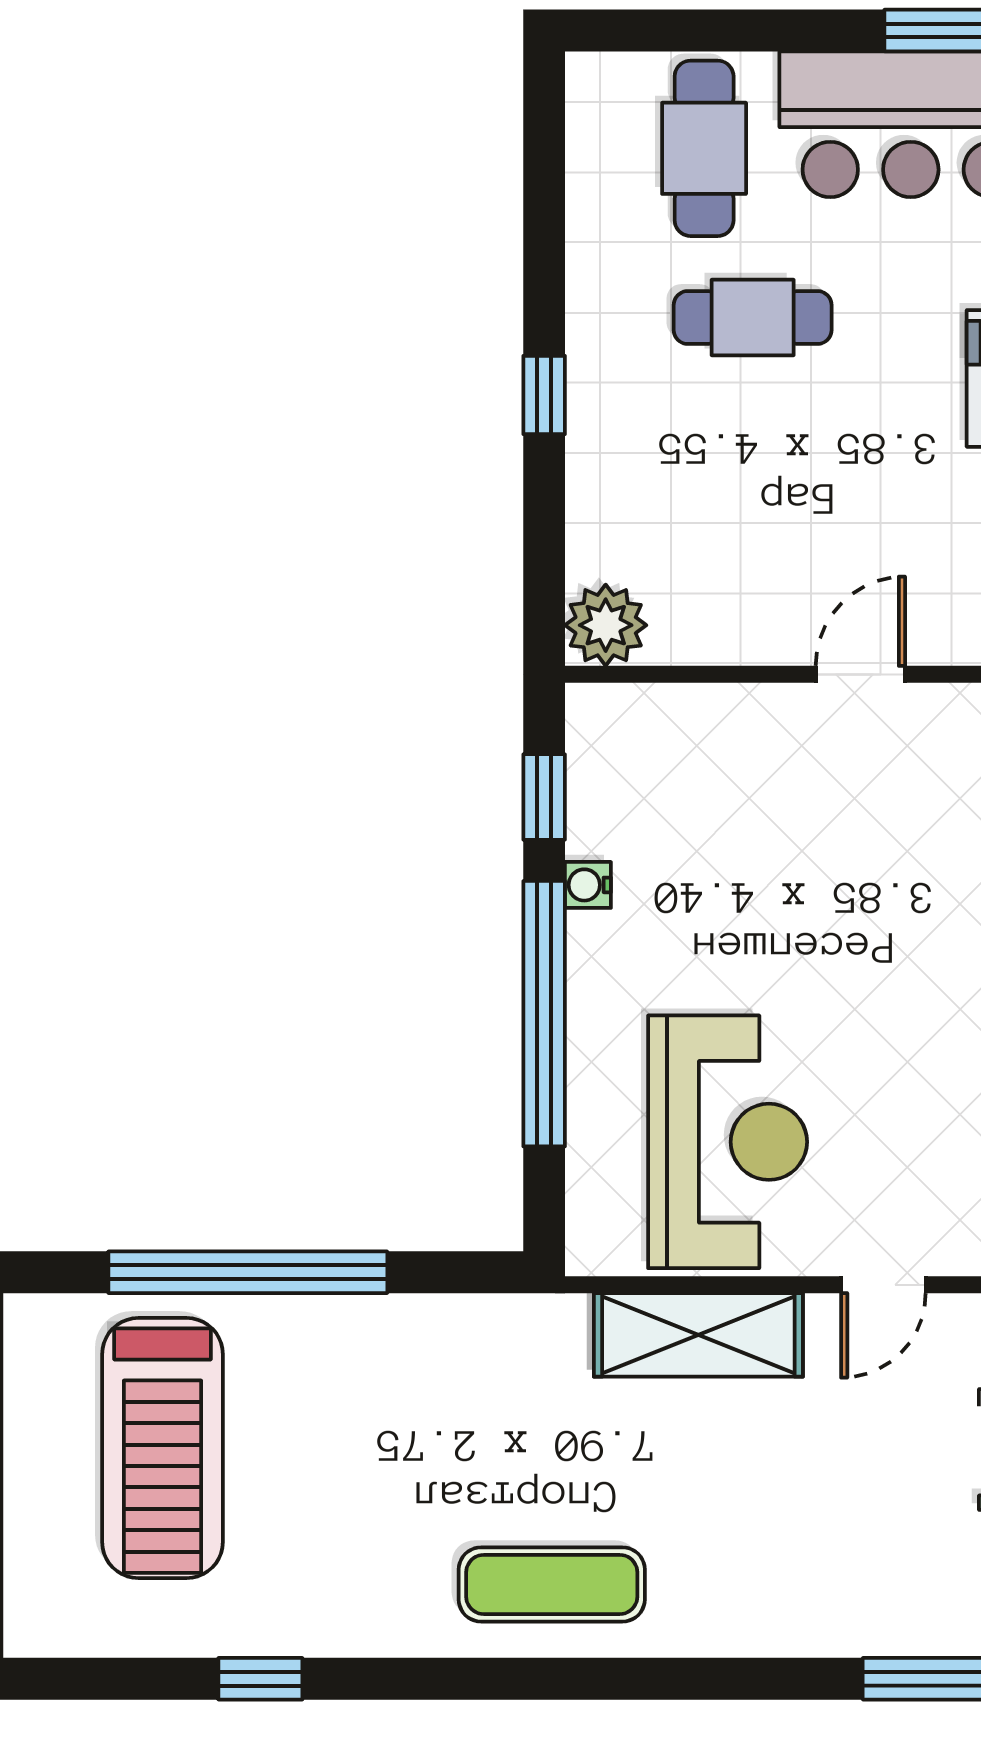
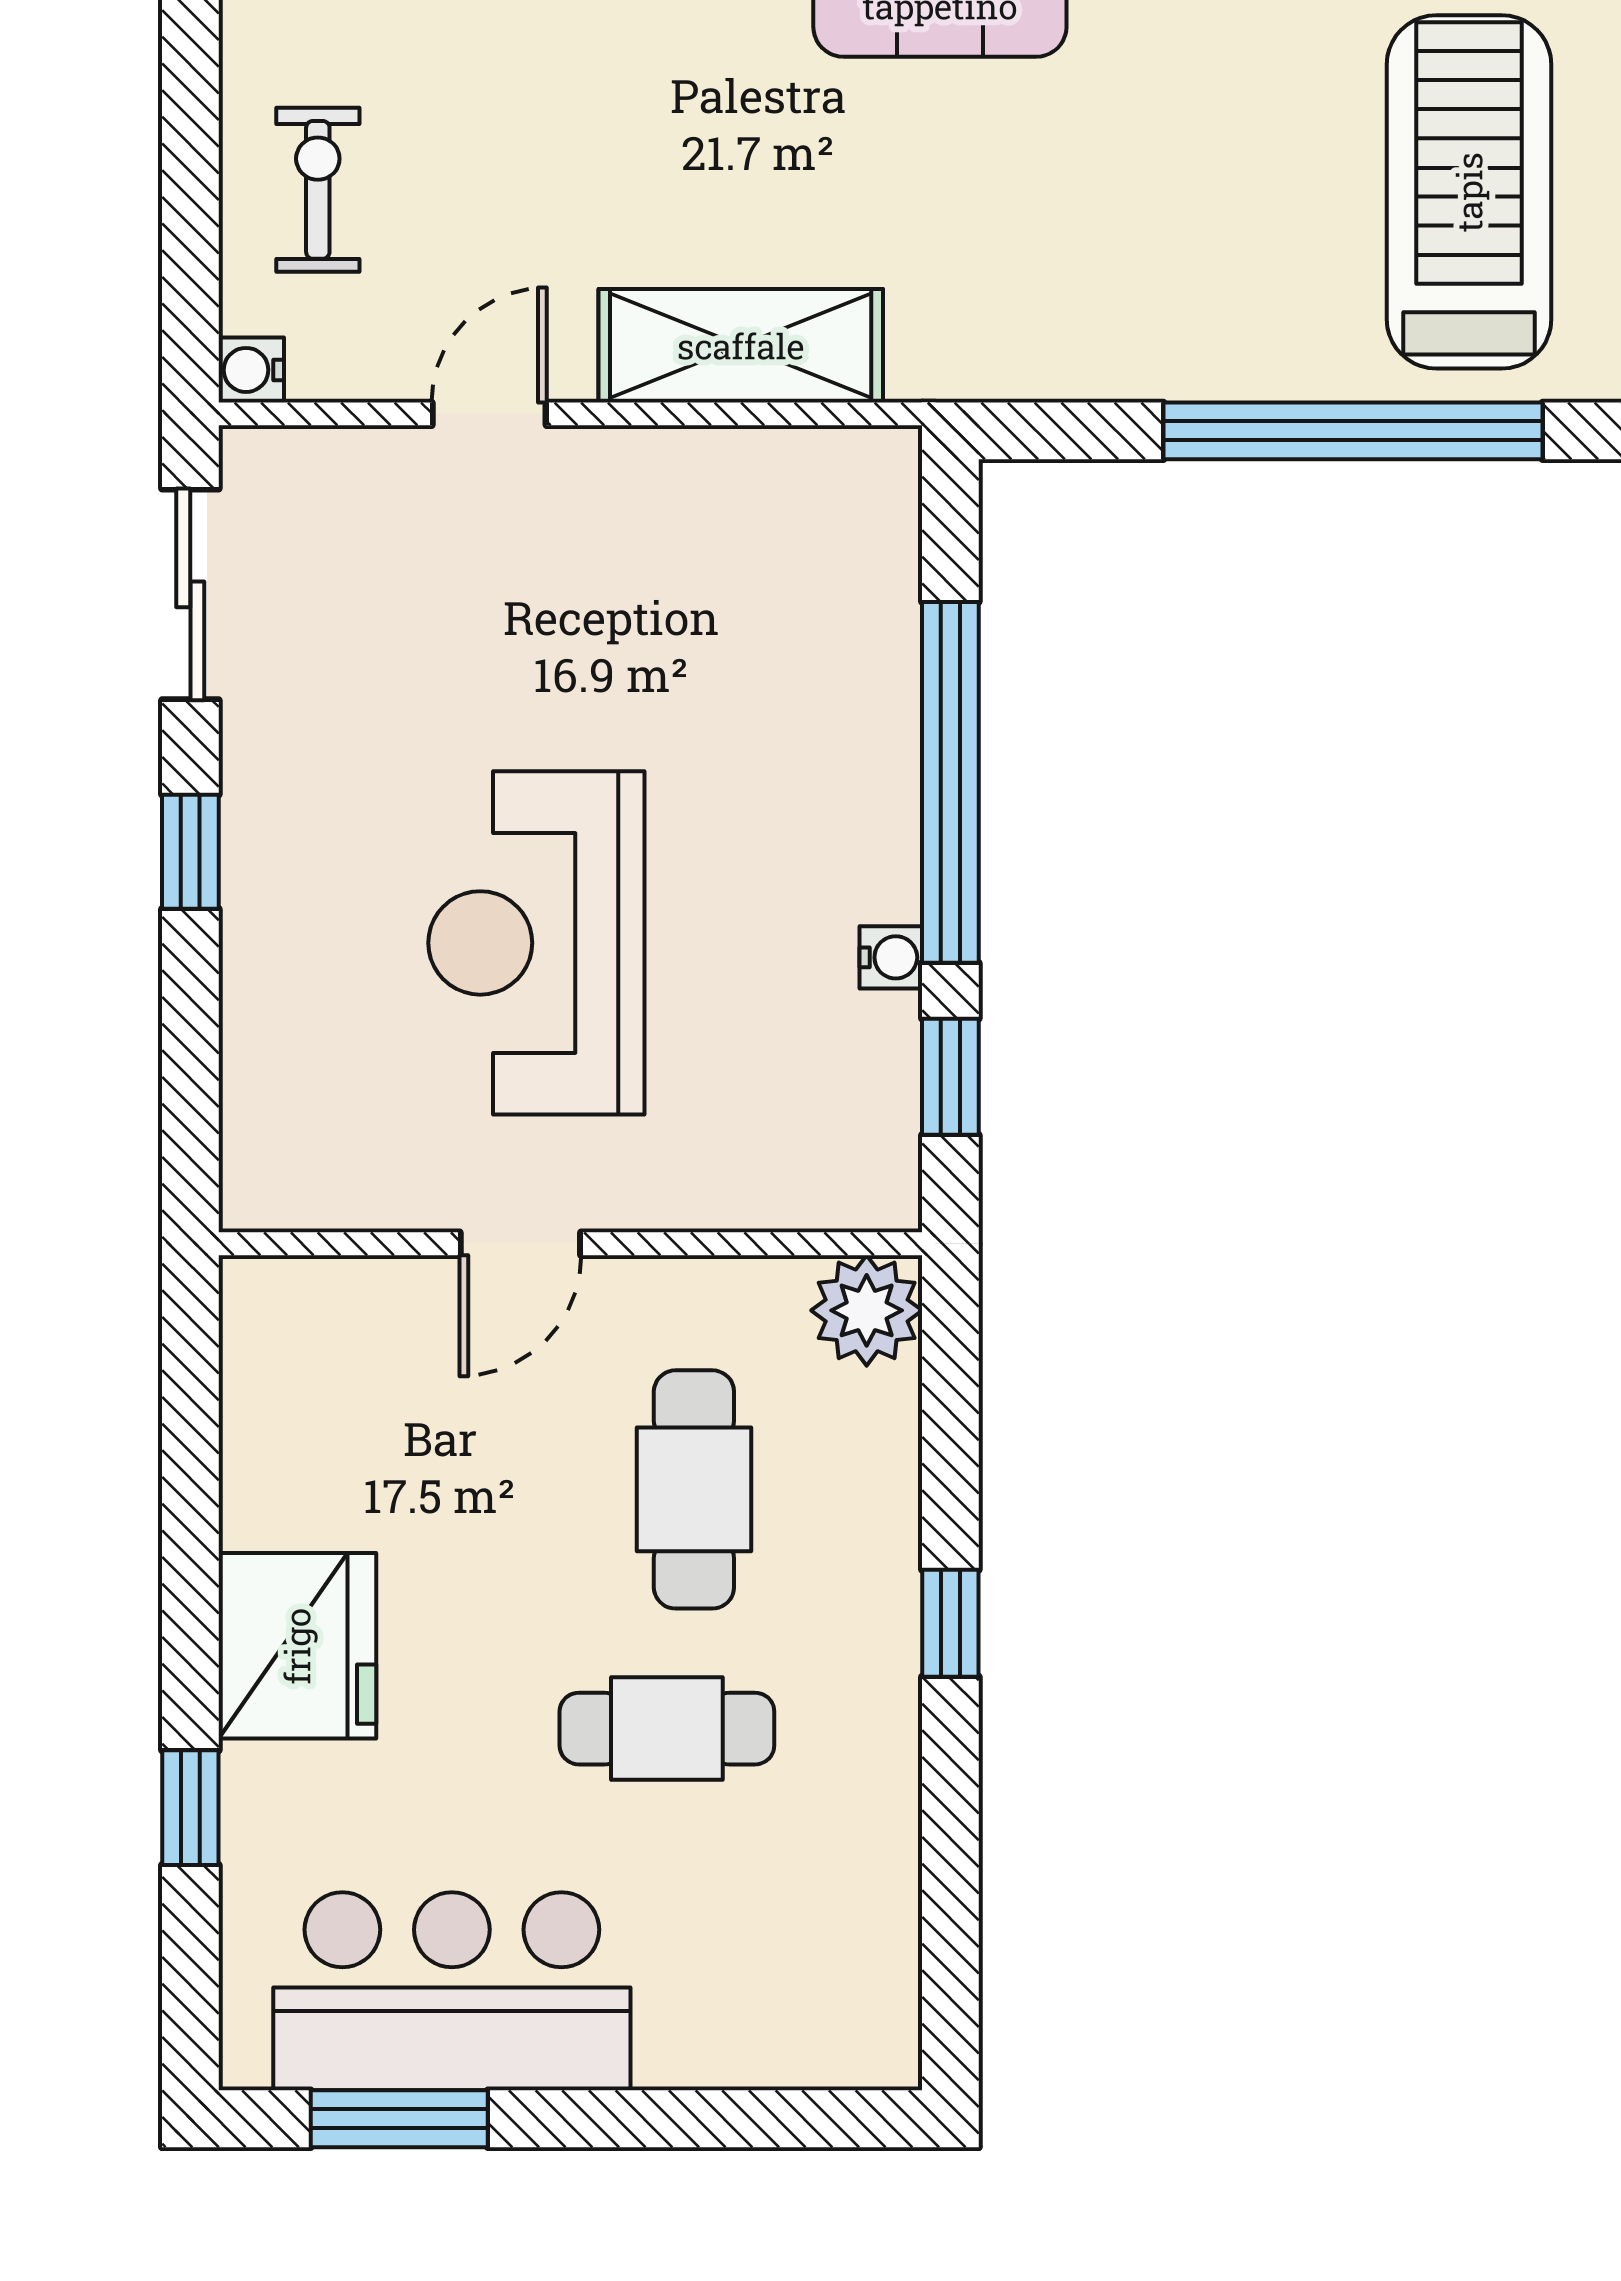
cafe table: (704, 148) -> (694, 1489), moved
reception desk: (728, 1142) -> (536, 943), moved

